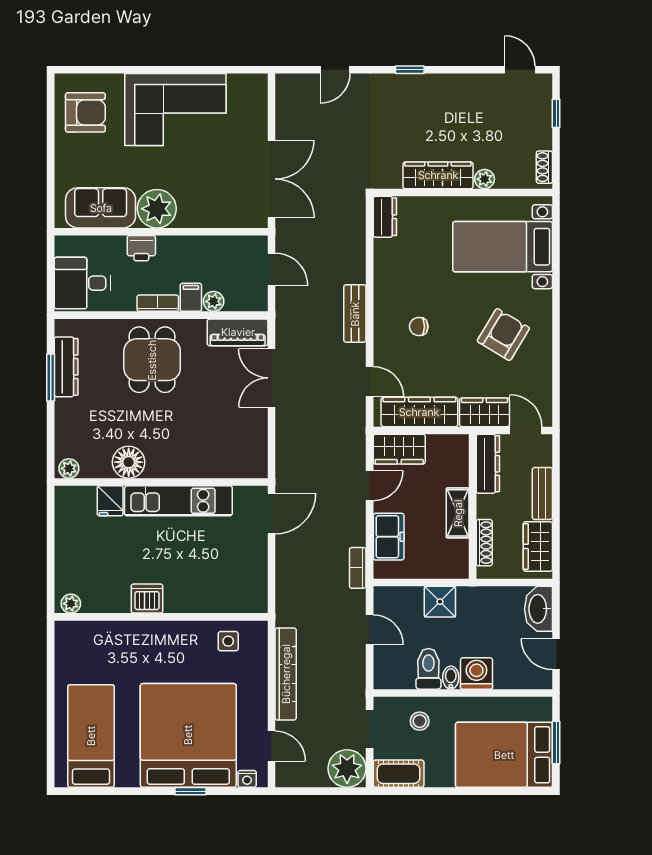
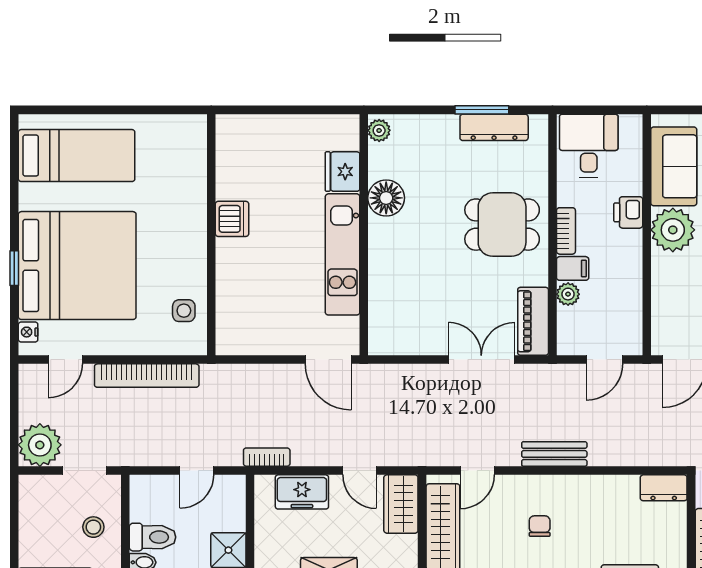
fridge: (110, 501) -> (343, 172), width x1.38
plant: (71, 604) -> (226, 133), removed
cot: (399, 774) -> (34, 503), removed

